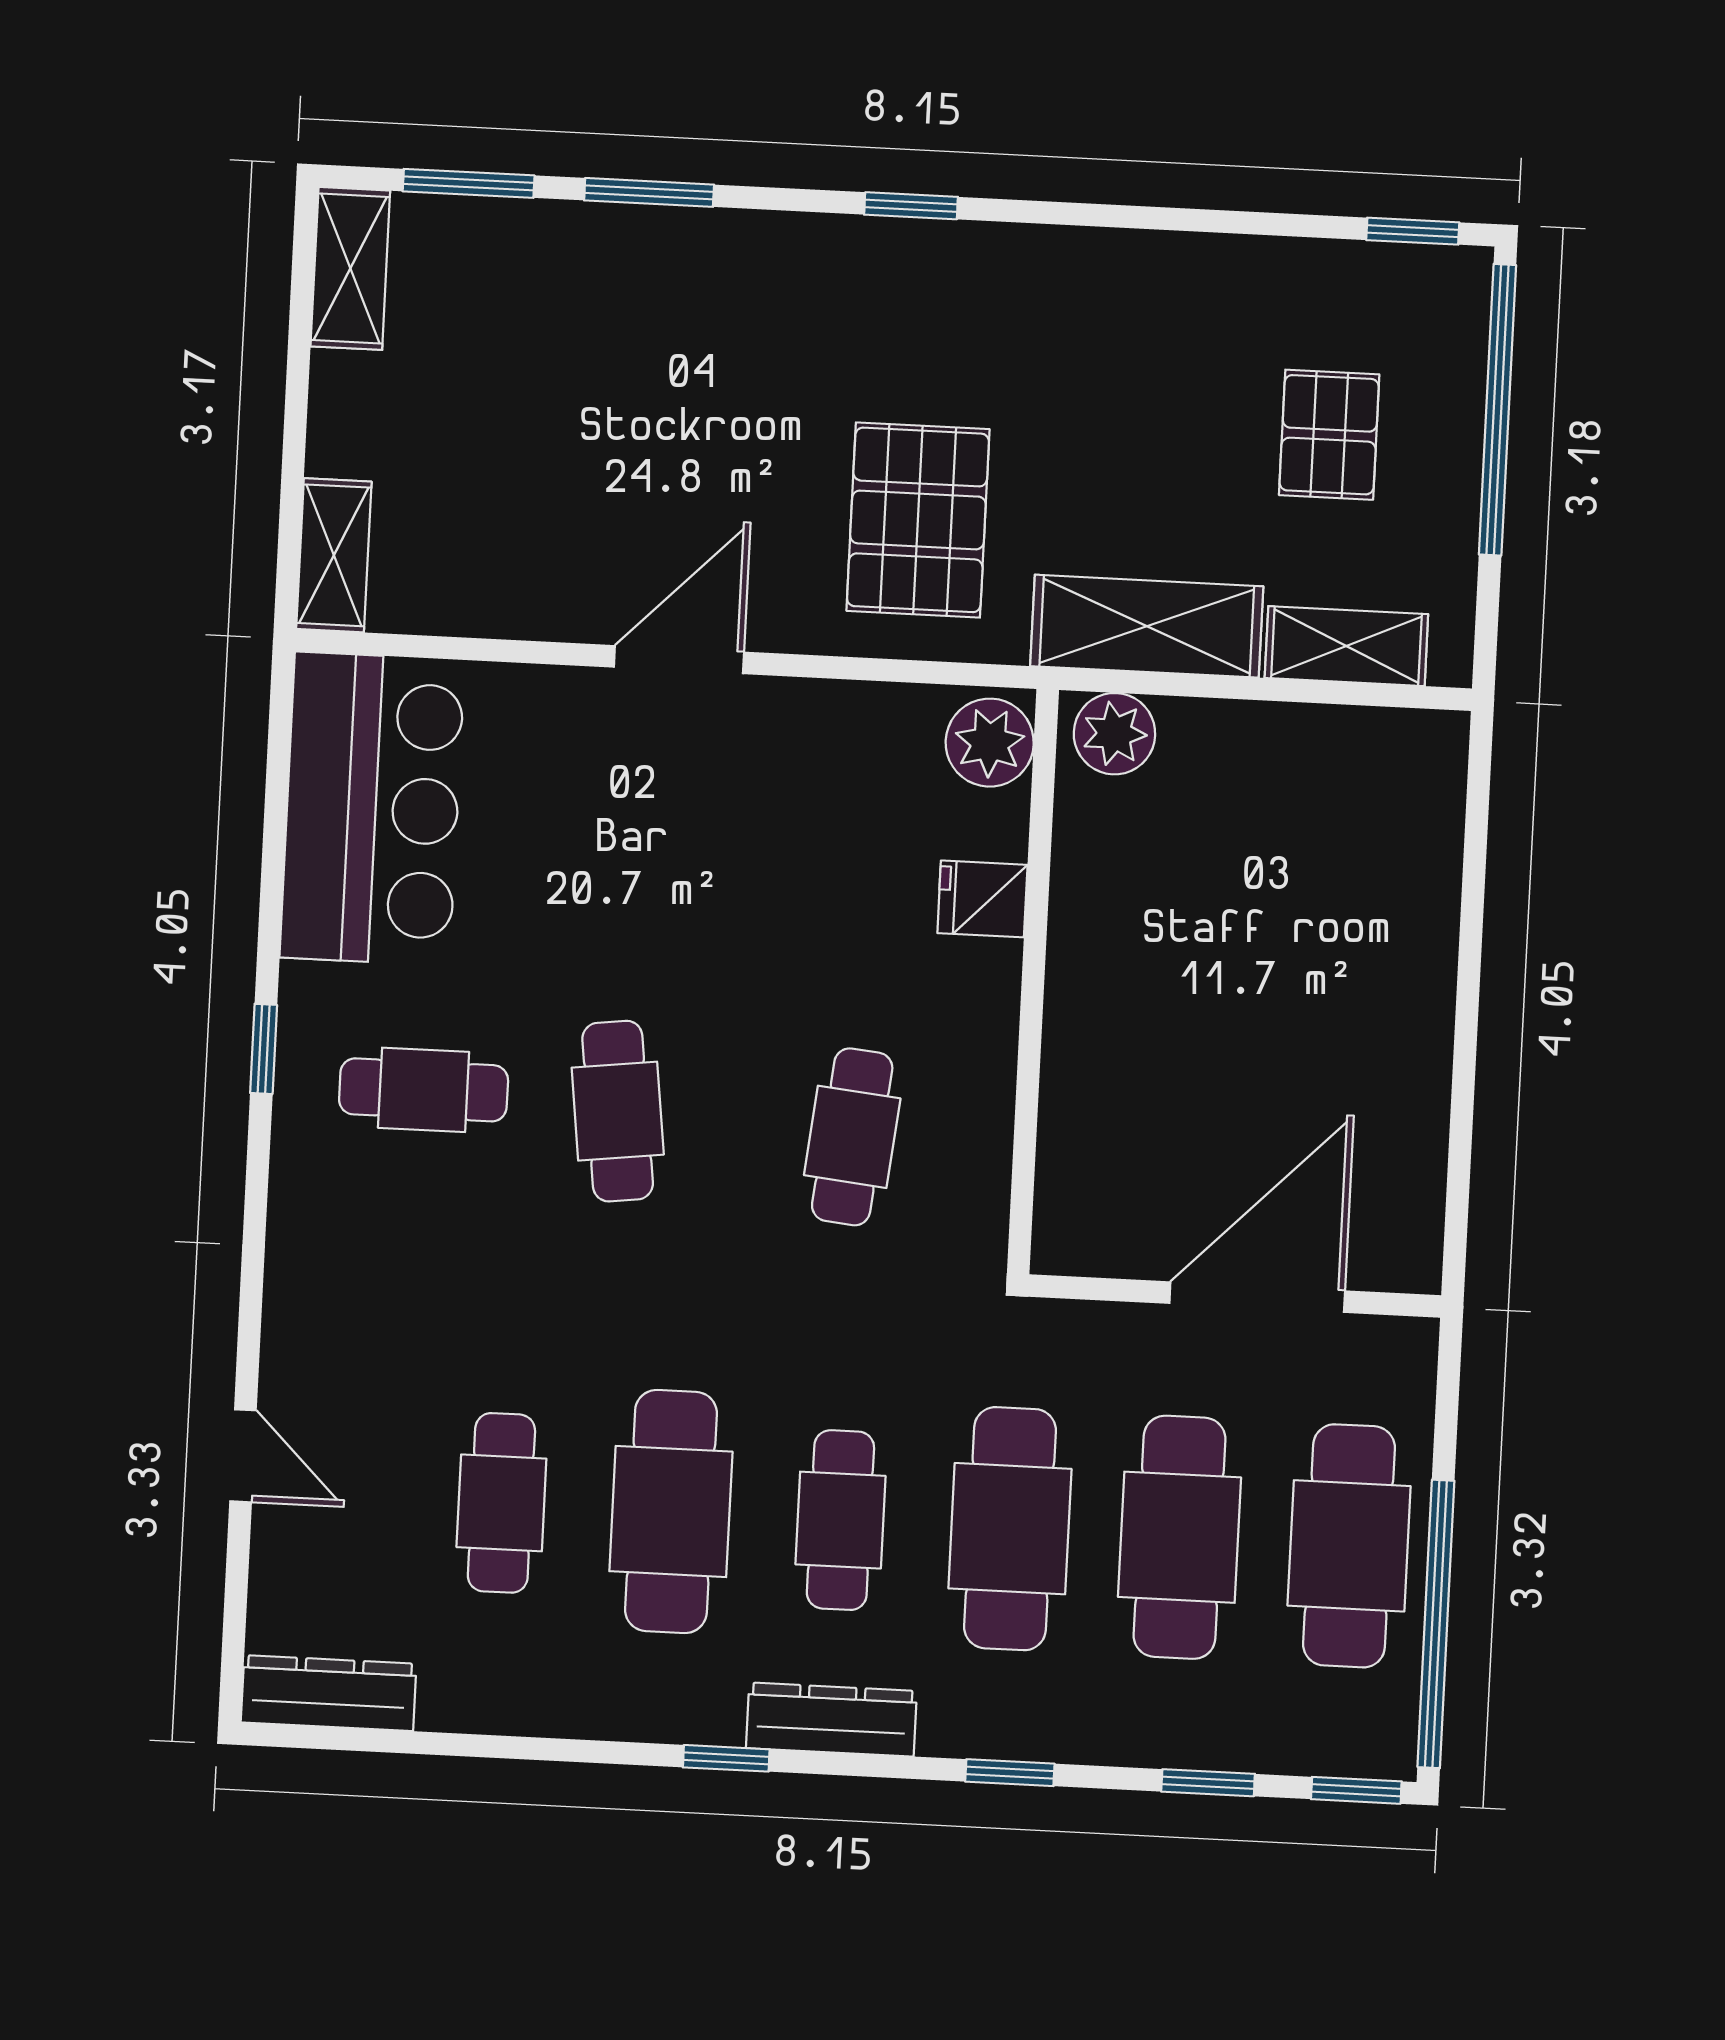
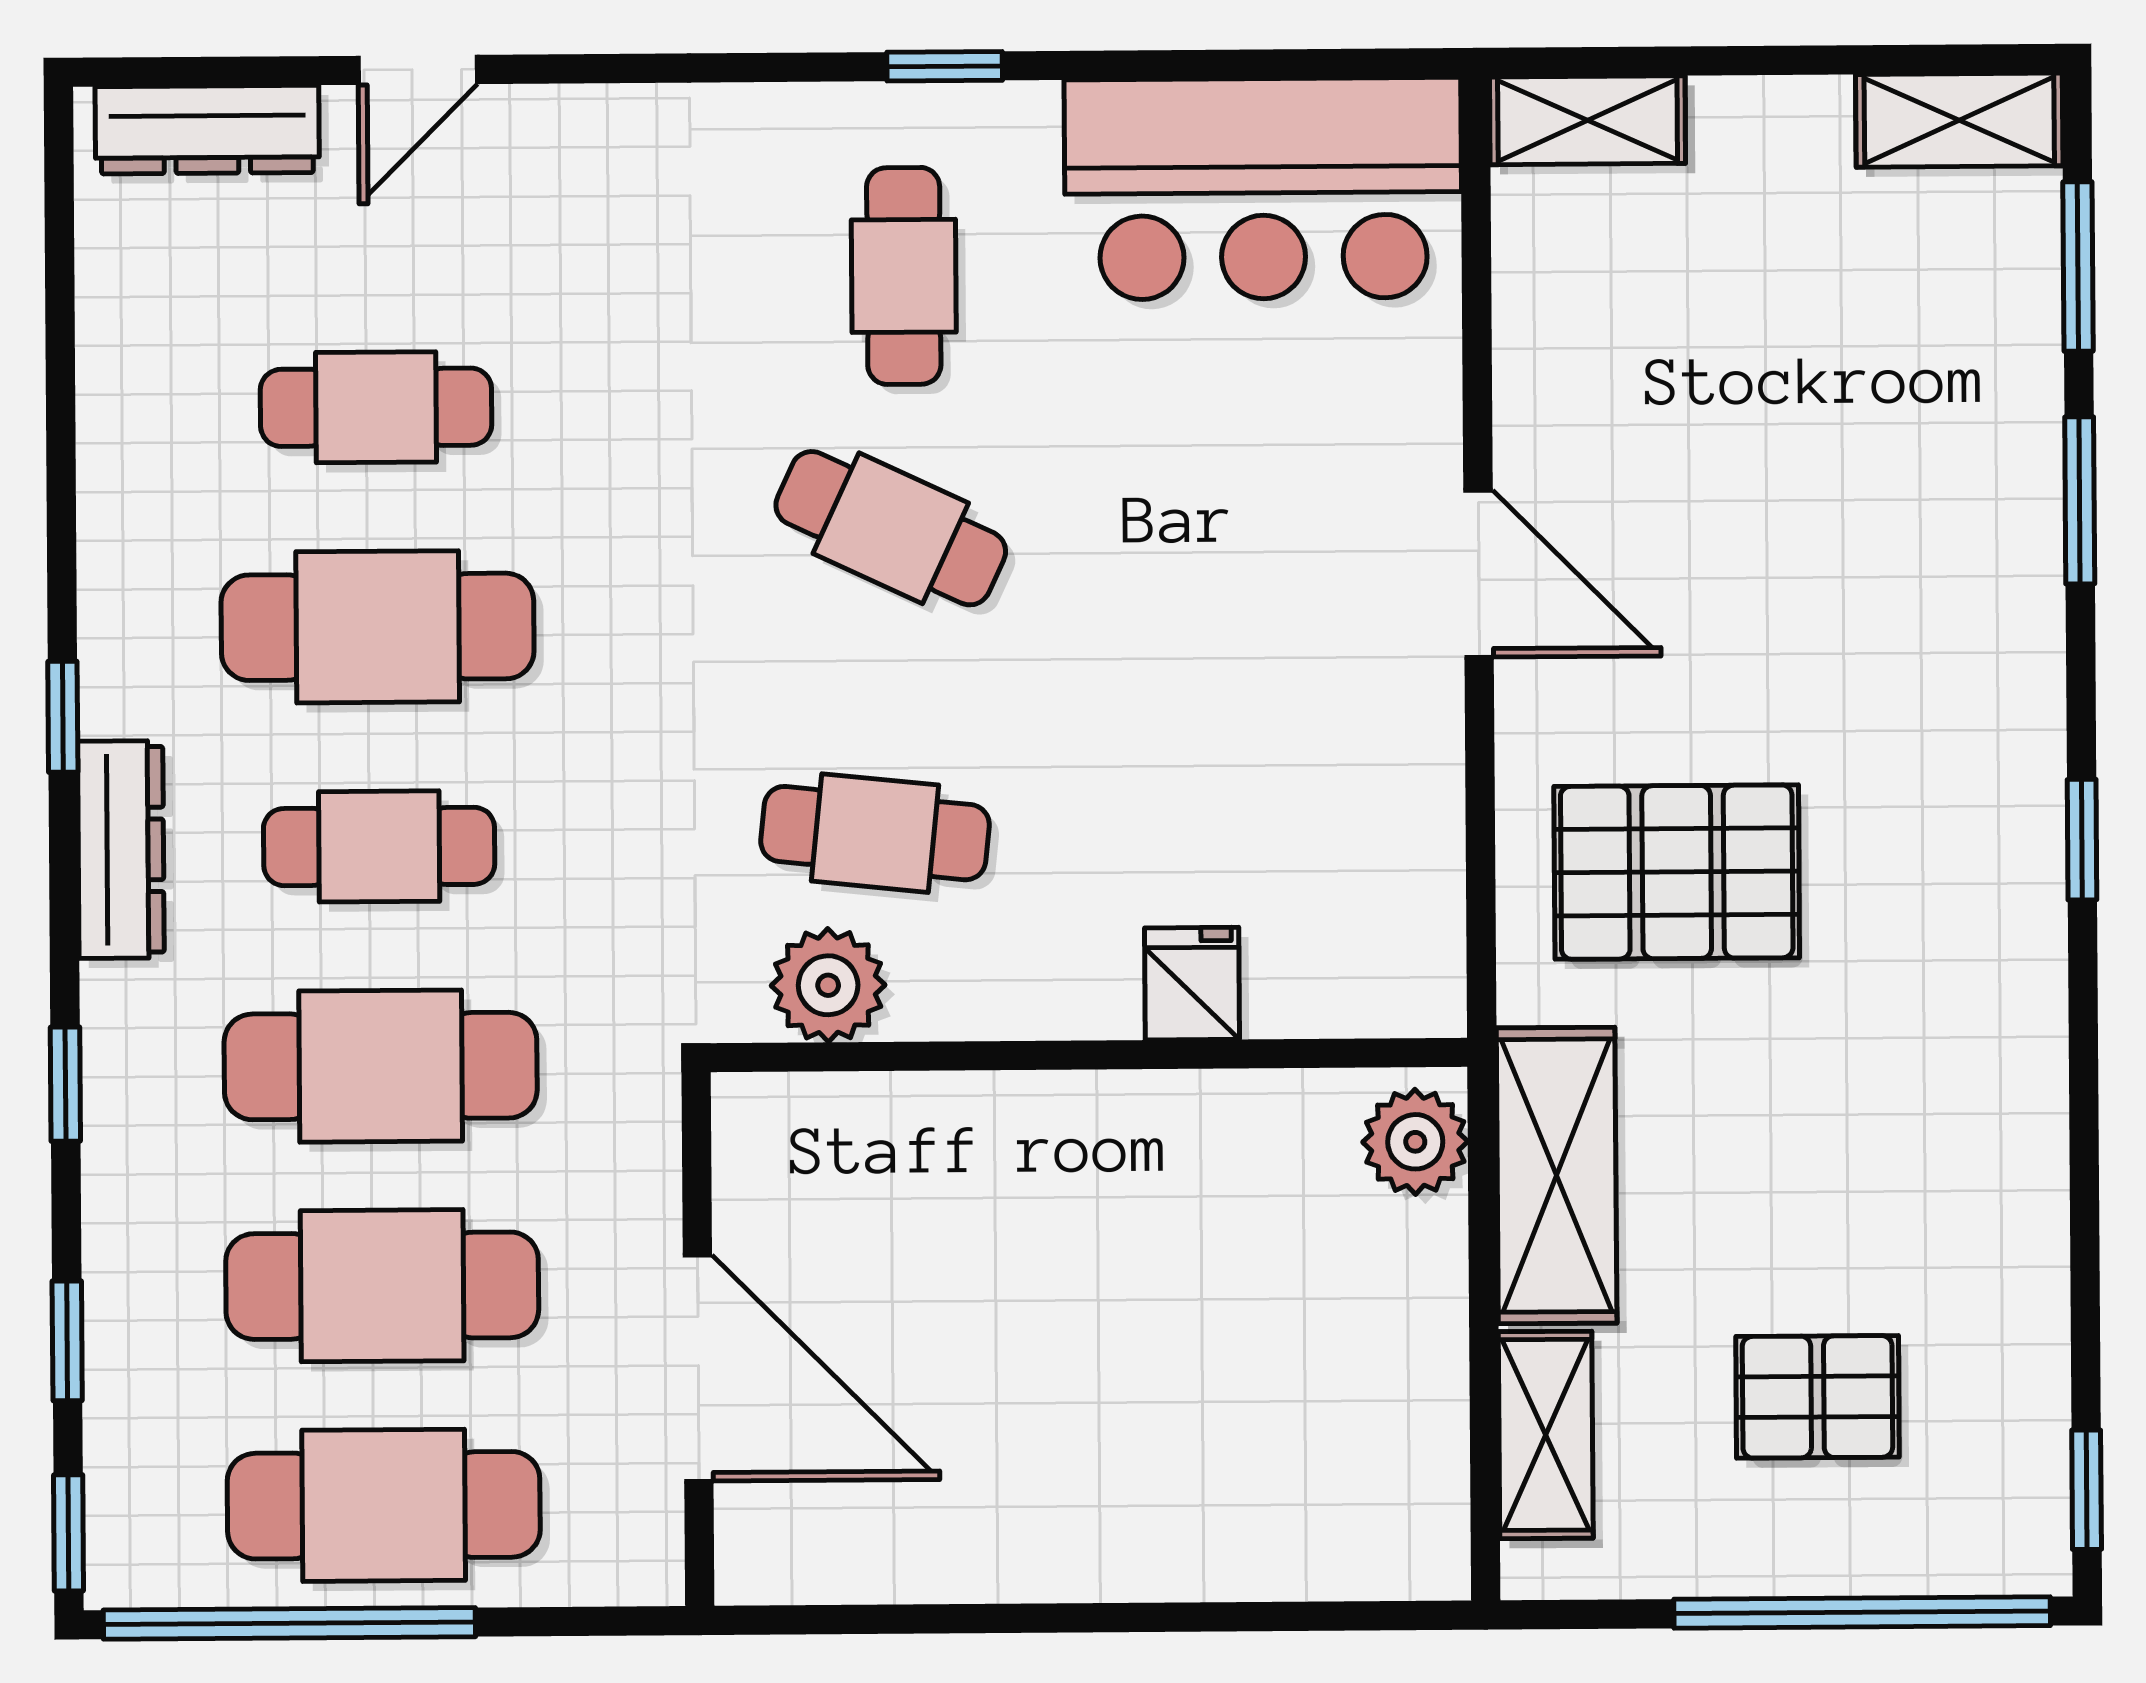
plant: (990, 743) -> (828, 985), moved
cafe table: (618, 1111) -> (891, 528), turned 32
dresser: (329, 1693) -> (207, 130), moved, turned 90

